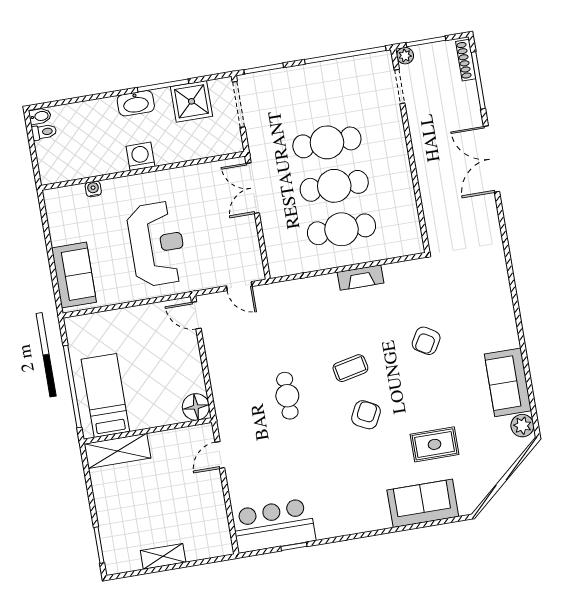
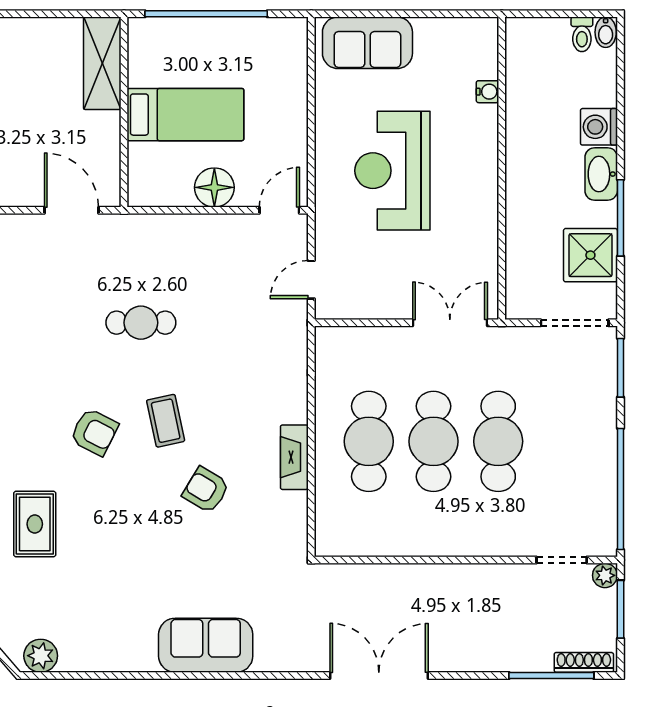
washing machine: (140, 156) -> (599, 127), moved, turned 180
double door: (491, 159) -> (379, 676), moved
reception desk: (157, 244) -> (392, 171), turned 90
armchair: (426, 341) -> (206, 490), moved
sofa: (508, 382) -> (206, 645), moved
bed: (105, 395) -> (185, 115), moved
floor lamp: (196, 407) -> (214, 187), moved
door: (220, 455) -> (71, 210), width x1.38

